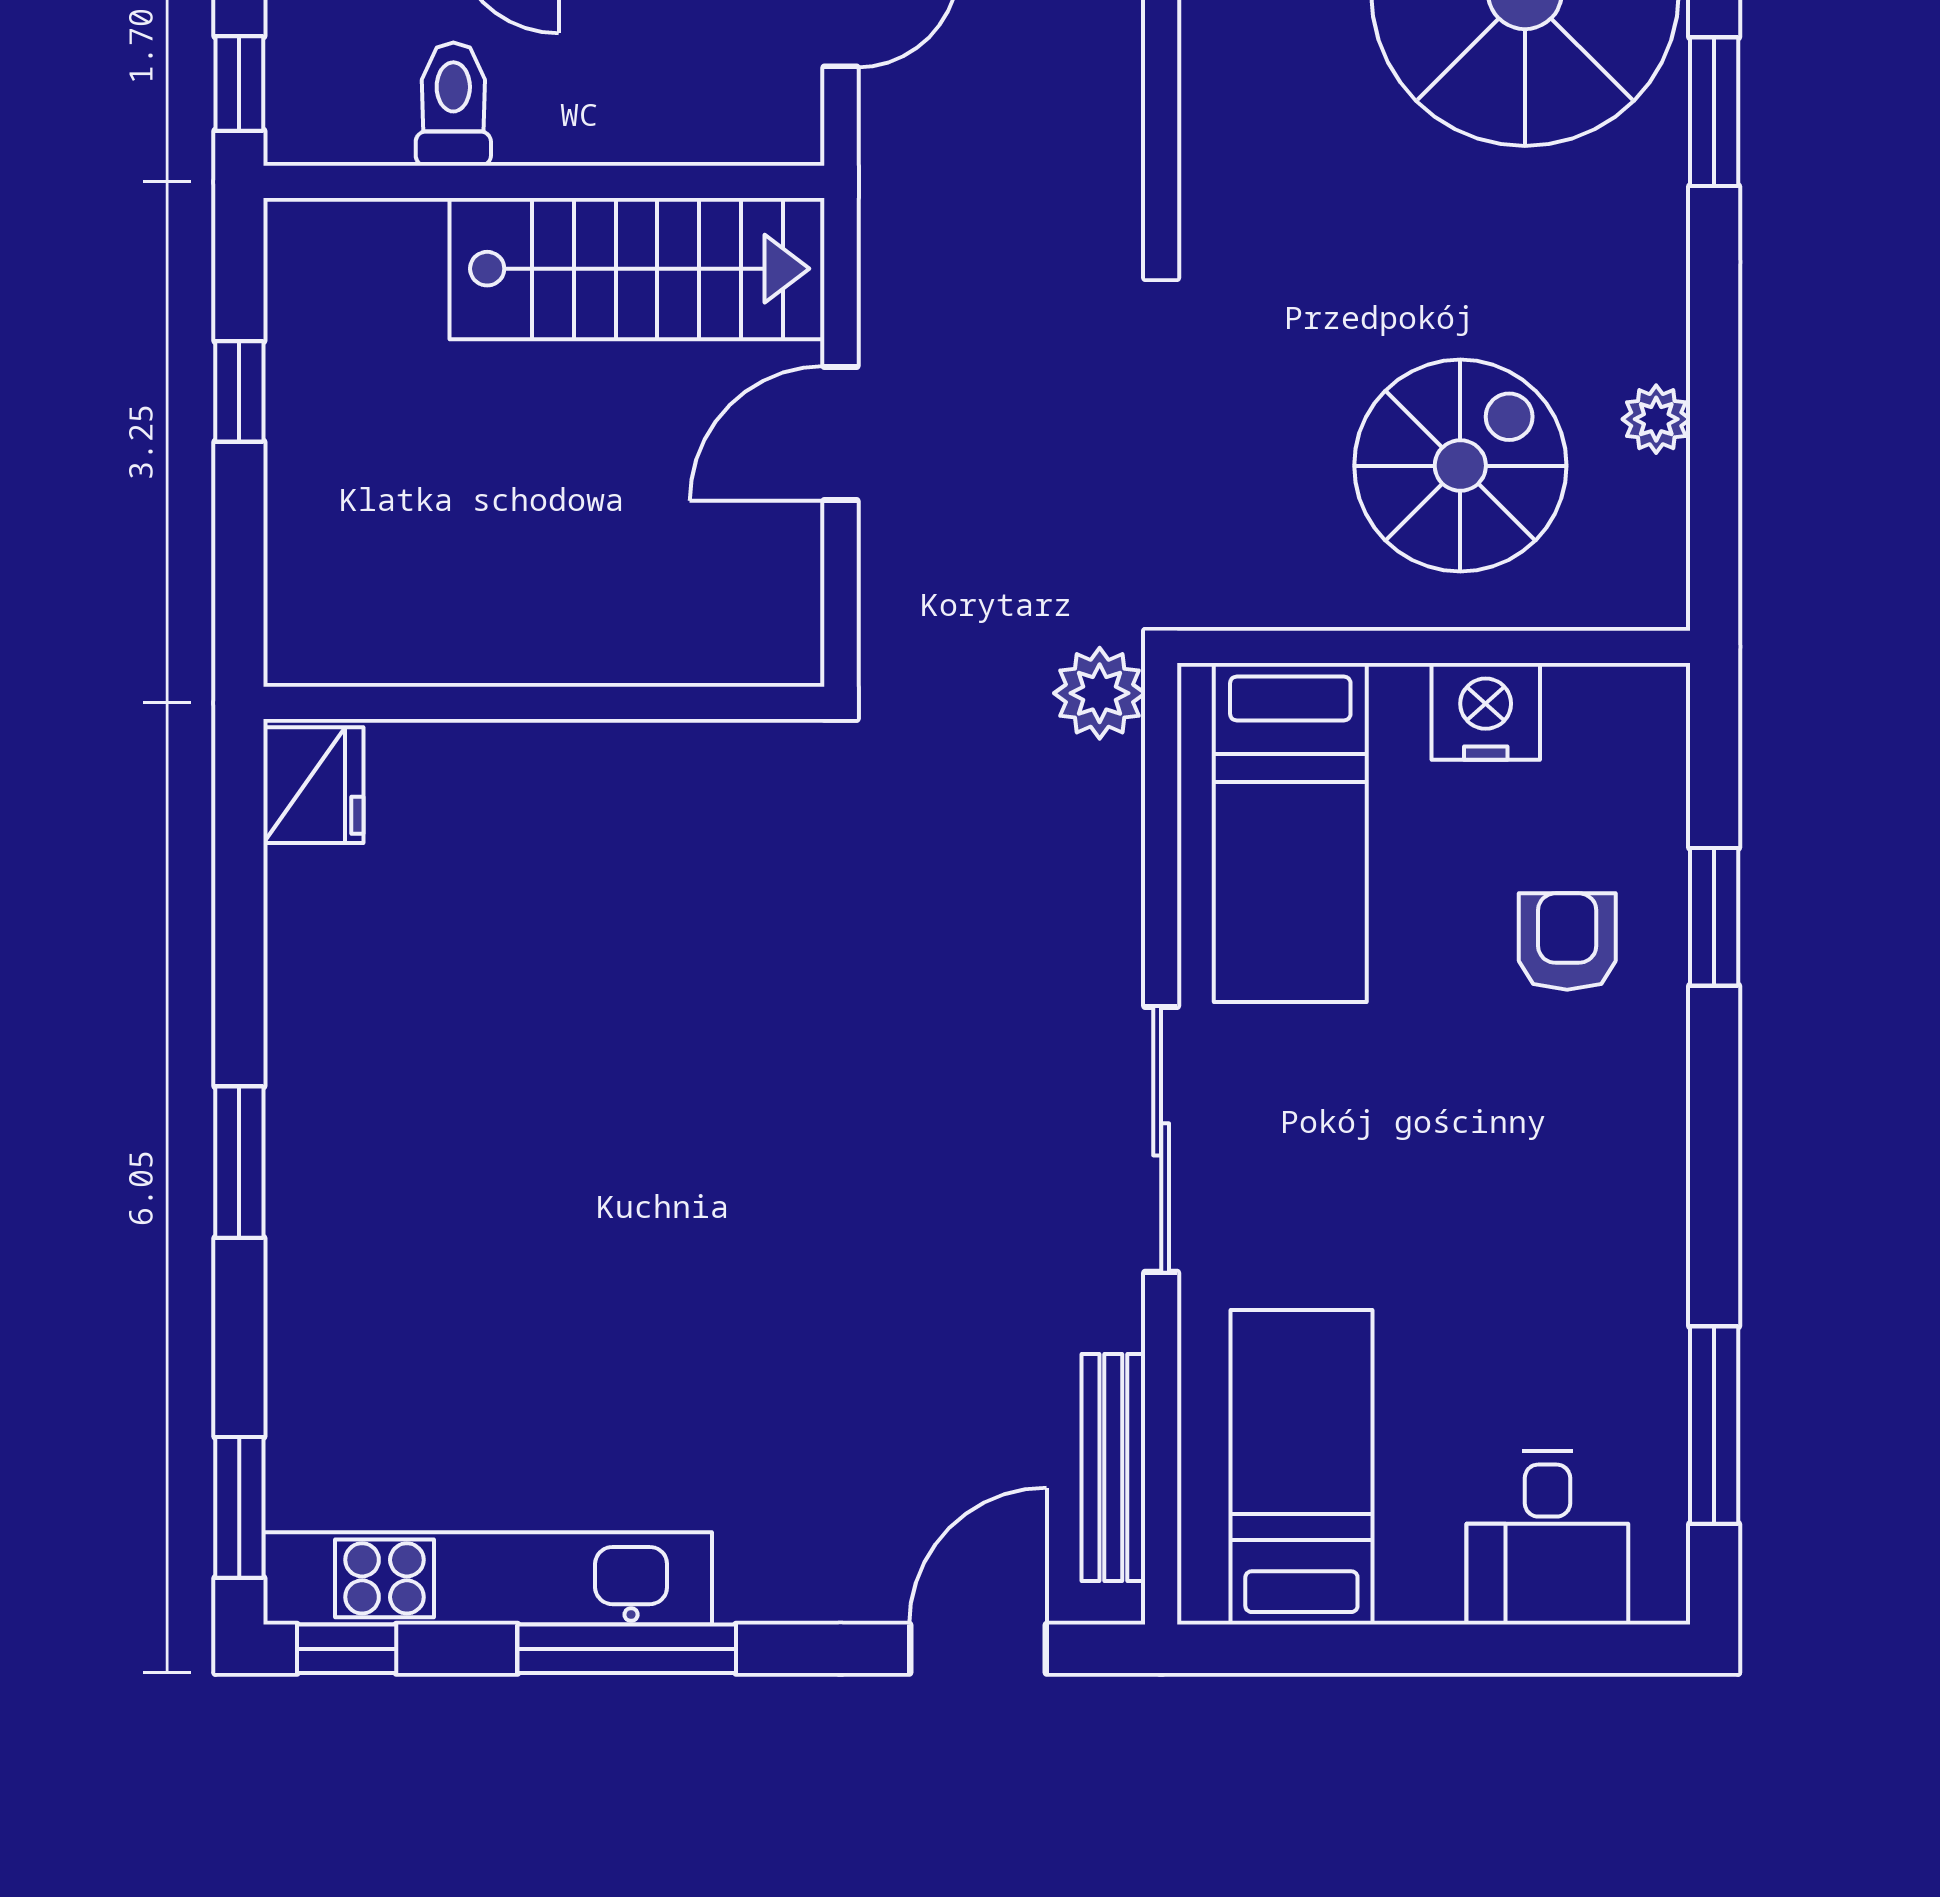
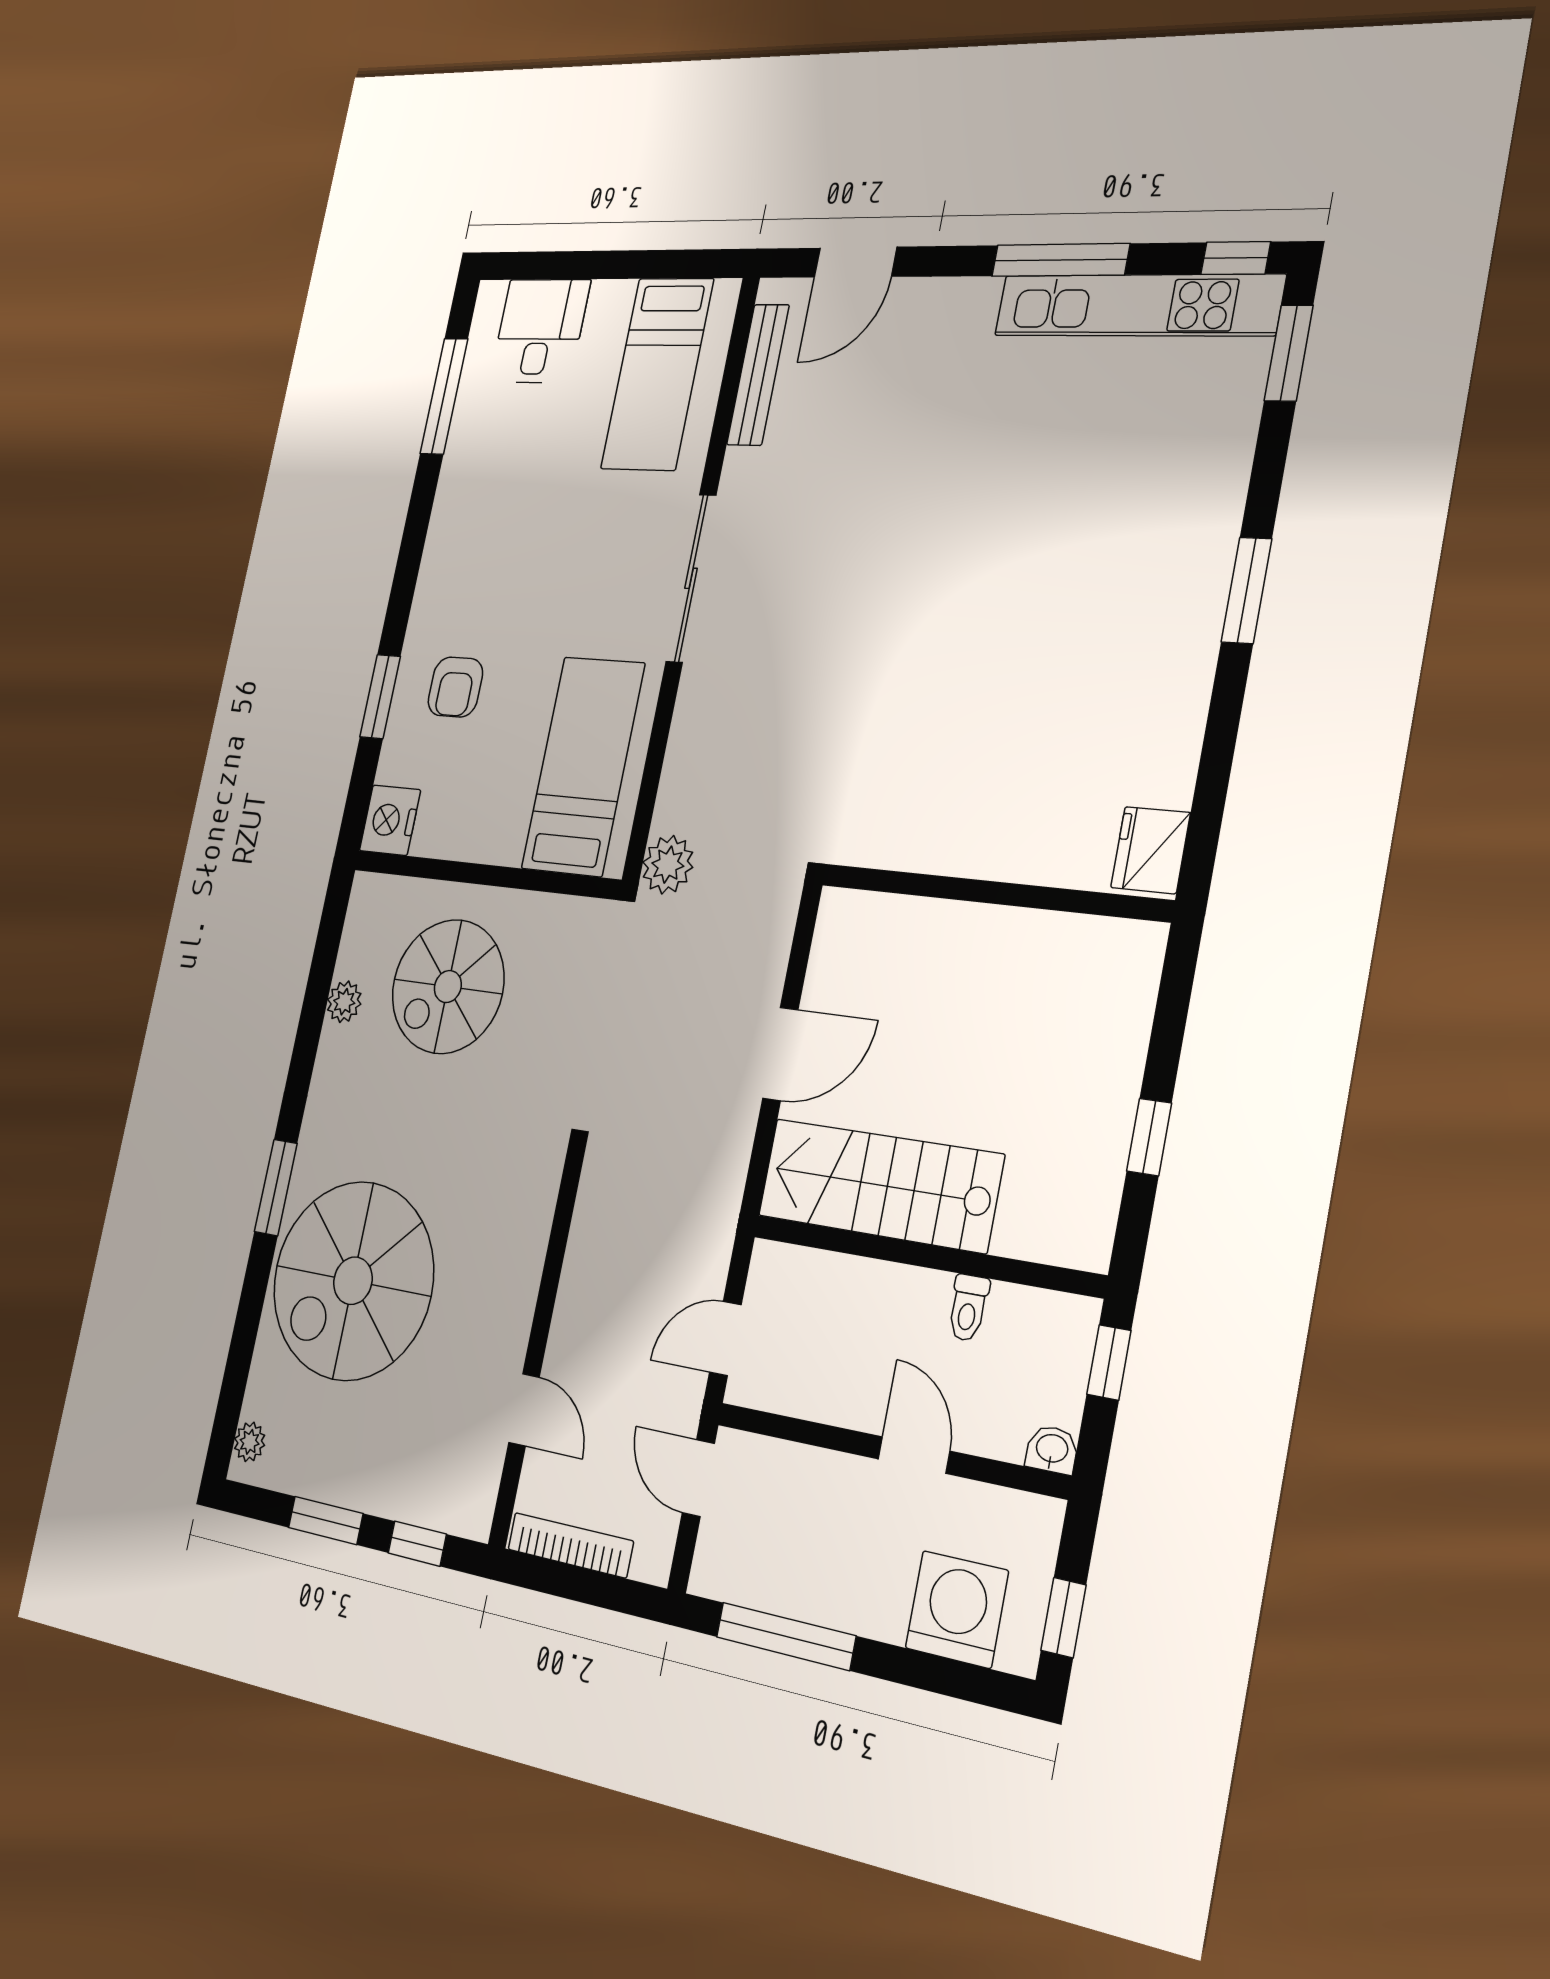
toilet: (453, 104) -> (968, 1308), width x0.73, depth x0.72
nightstand: (1486, 711) -> (390, 820), moved, turned 90

